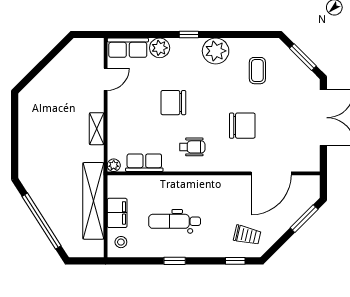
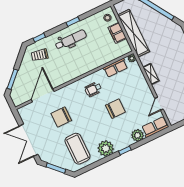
coffee table: (257, 71) -> (77, 149), width x1.86, depth x1.72
chair: (242, 126) -> (61, 117), moved
dental chair: (175, 221) -> (71, 40), moved

